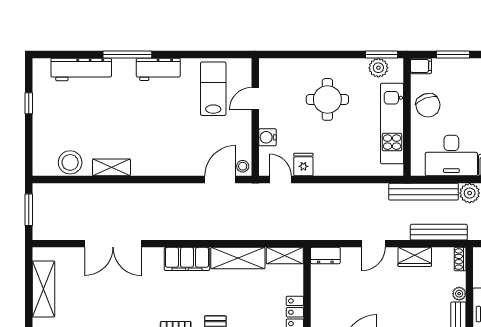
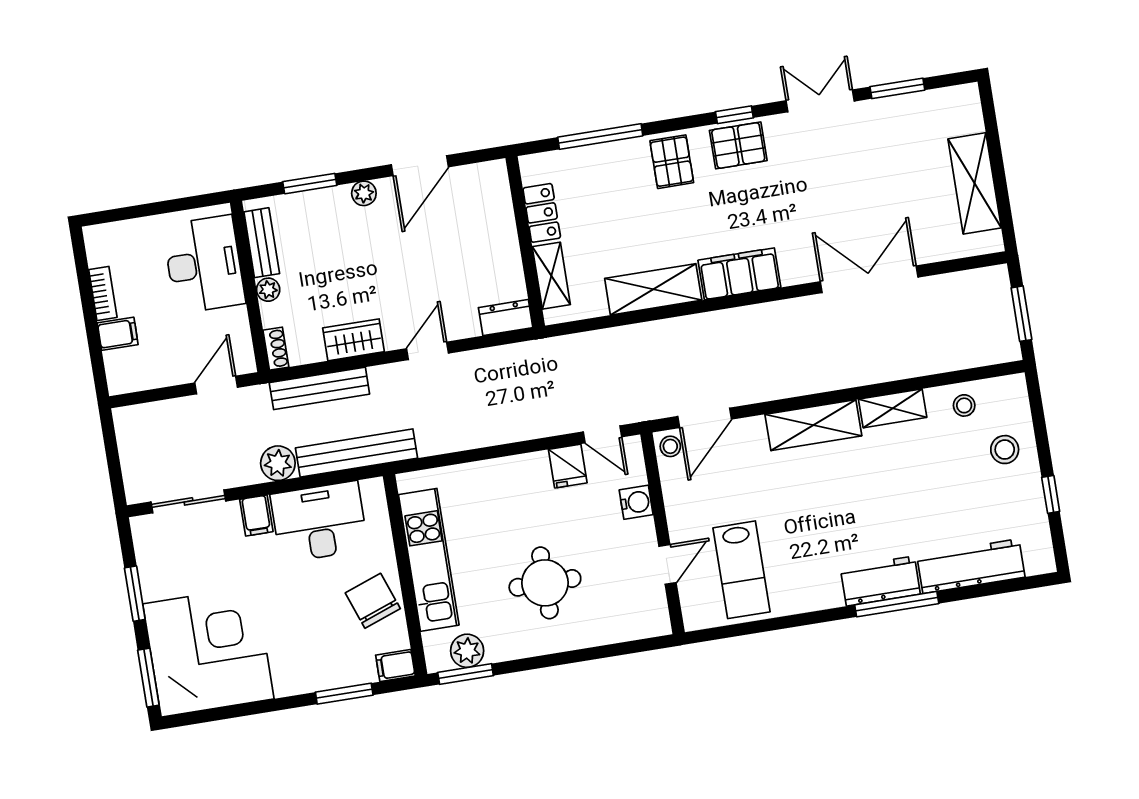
workbench: (158, 69) -> (880, 581), moved
stool: (51, 133) -> (1005, 450), added
stool: (70, 162) -> (964, 405), width x0.53, depth x0.53
shelving: (159, 165) -> (813, 425), added
shelving: (285, 256) -> (551, 276), moved, turned 90

